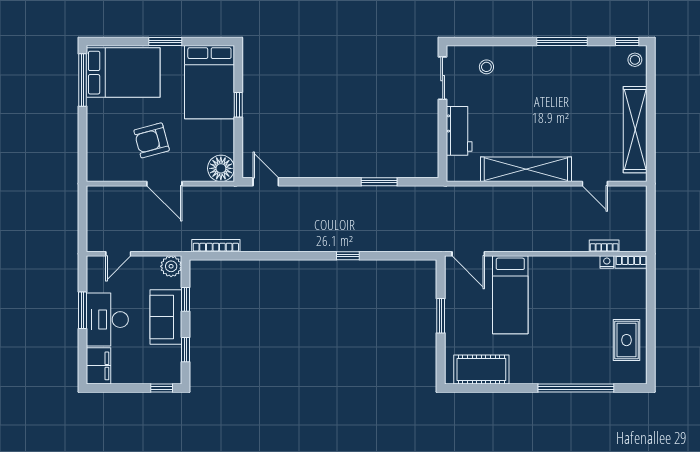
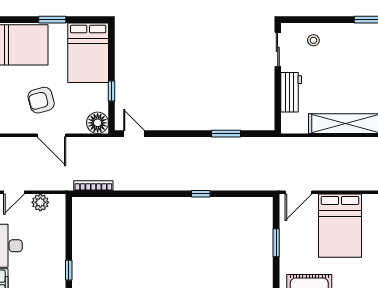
window: (238, 105) -> (112, 91), moved
door: (468, 254) -> (299, 192), hinge flipped
plant: (171, 266) -> (40, 202), moved
bed: (510, 295) -> (340, 226), width x1.50
window: (186, 299) -> (69, 229), removed
sofa: (166, 317) -> (53, 244), removed

